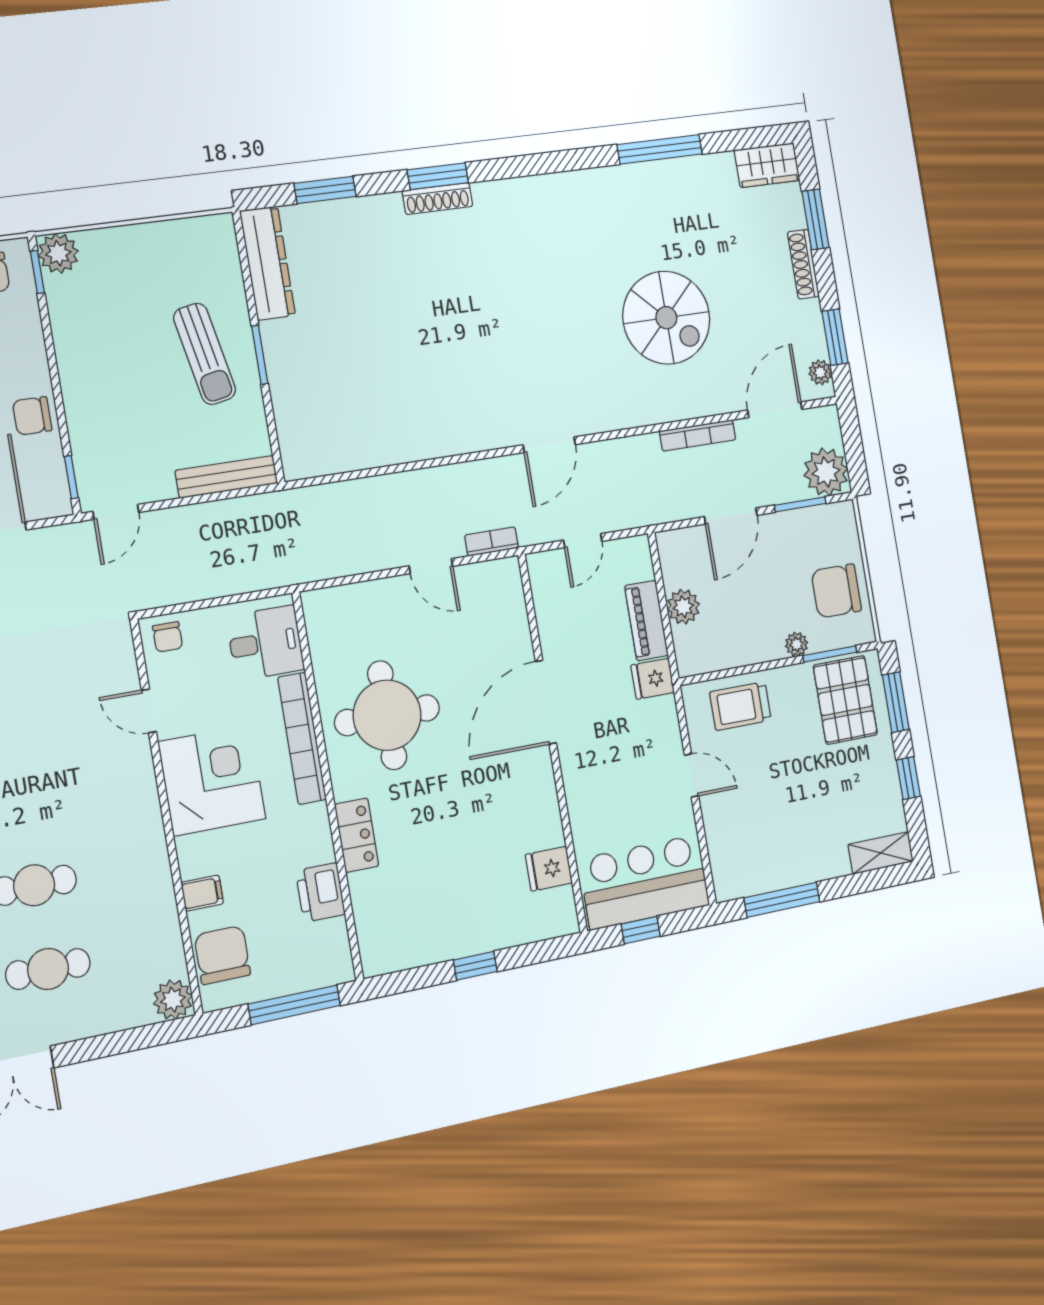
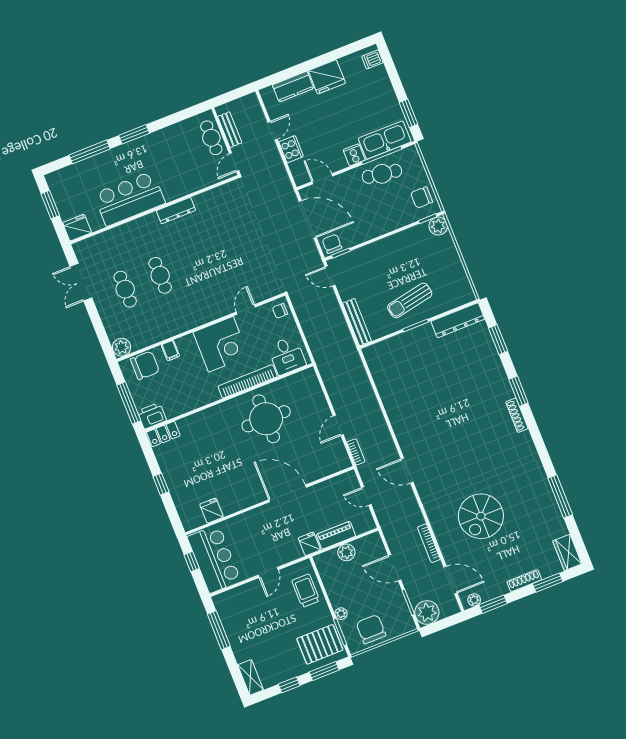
shoe rack: (437, 199) -> (517, 415), moved
chair: (32, 416) -> (332, 244), moved
locker: (357, 835) -> (163, 434), moved
printer: (320, 892) -> (152, 416), moved

